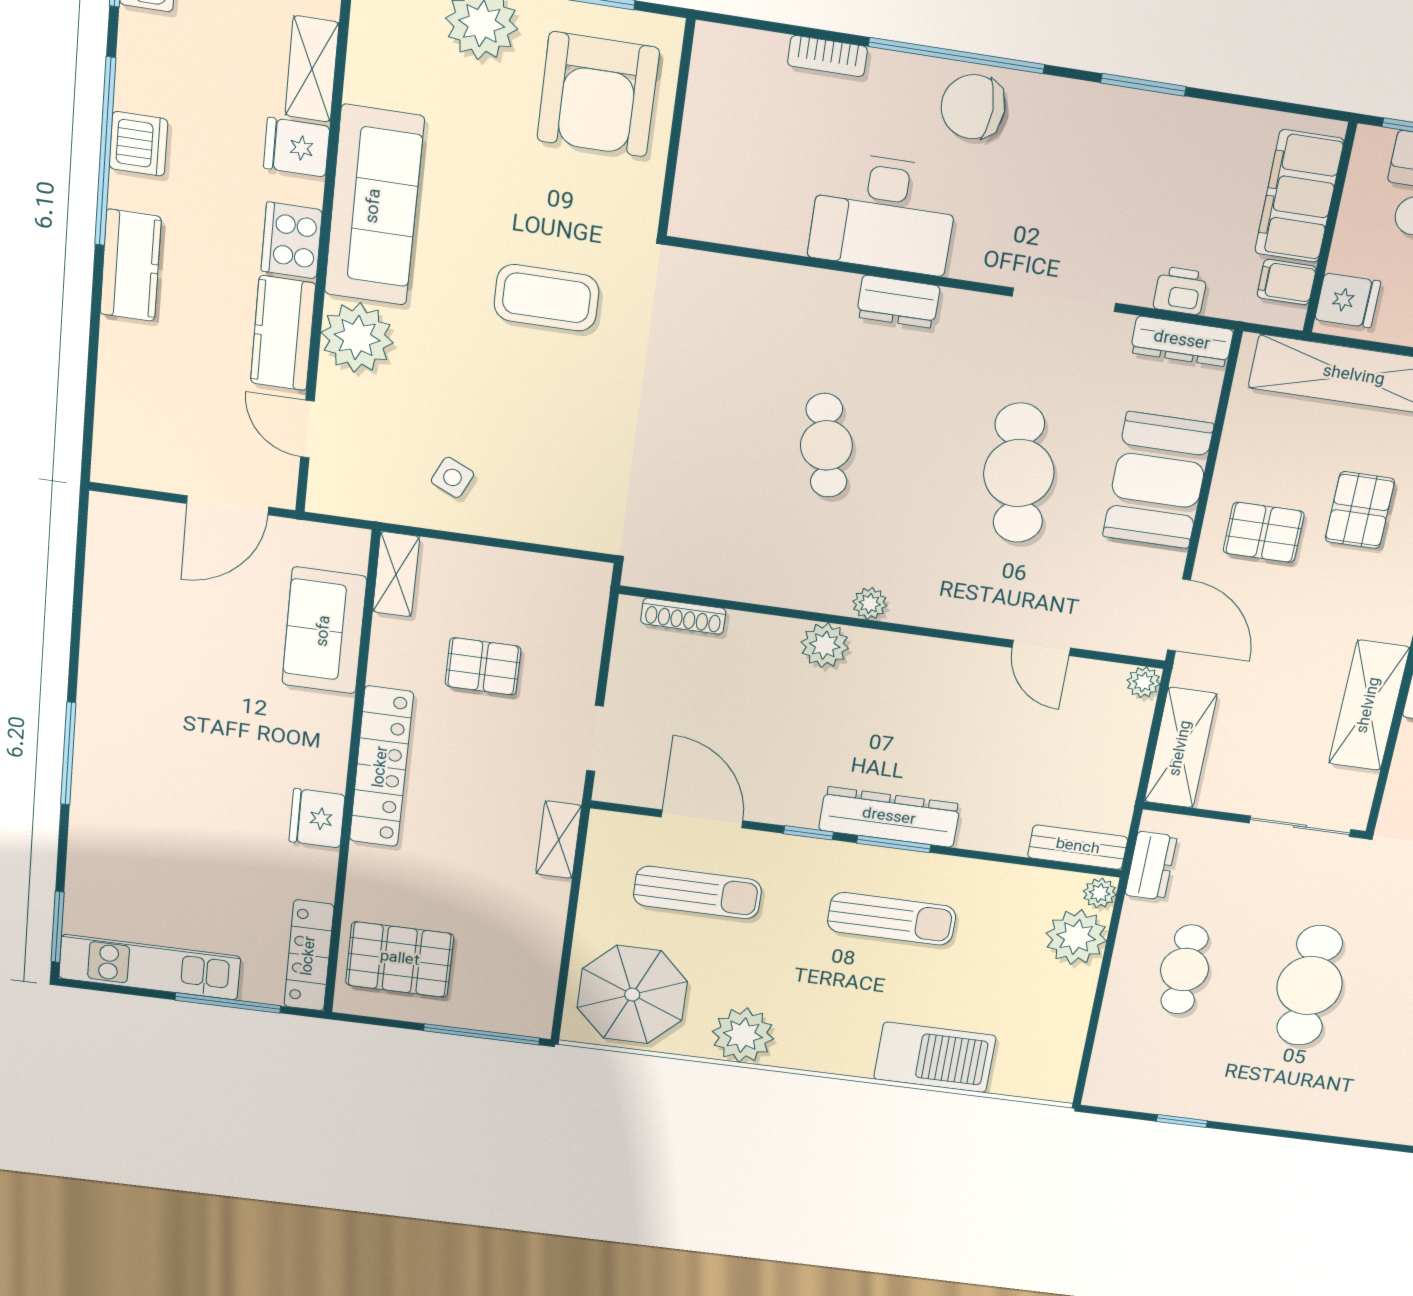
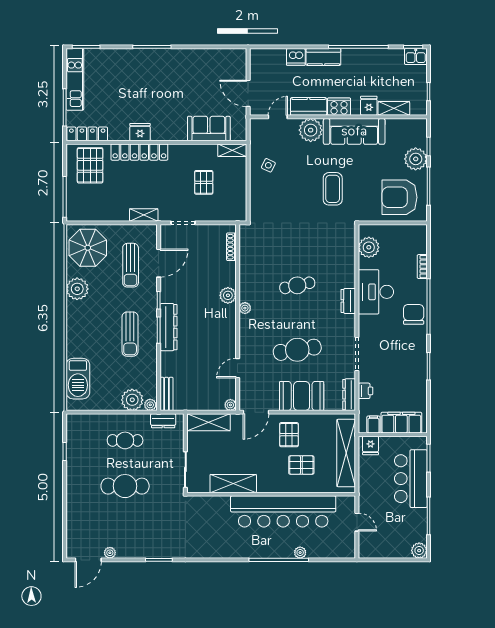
dishwasher: (138, 144) -> (296, 57), moved
plant: (743, 214) -> (369, 247), added
locker: (381, 767) -> (139, 152), moved
barbecue: (935, 1057) -> (78, 379), moved

